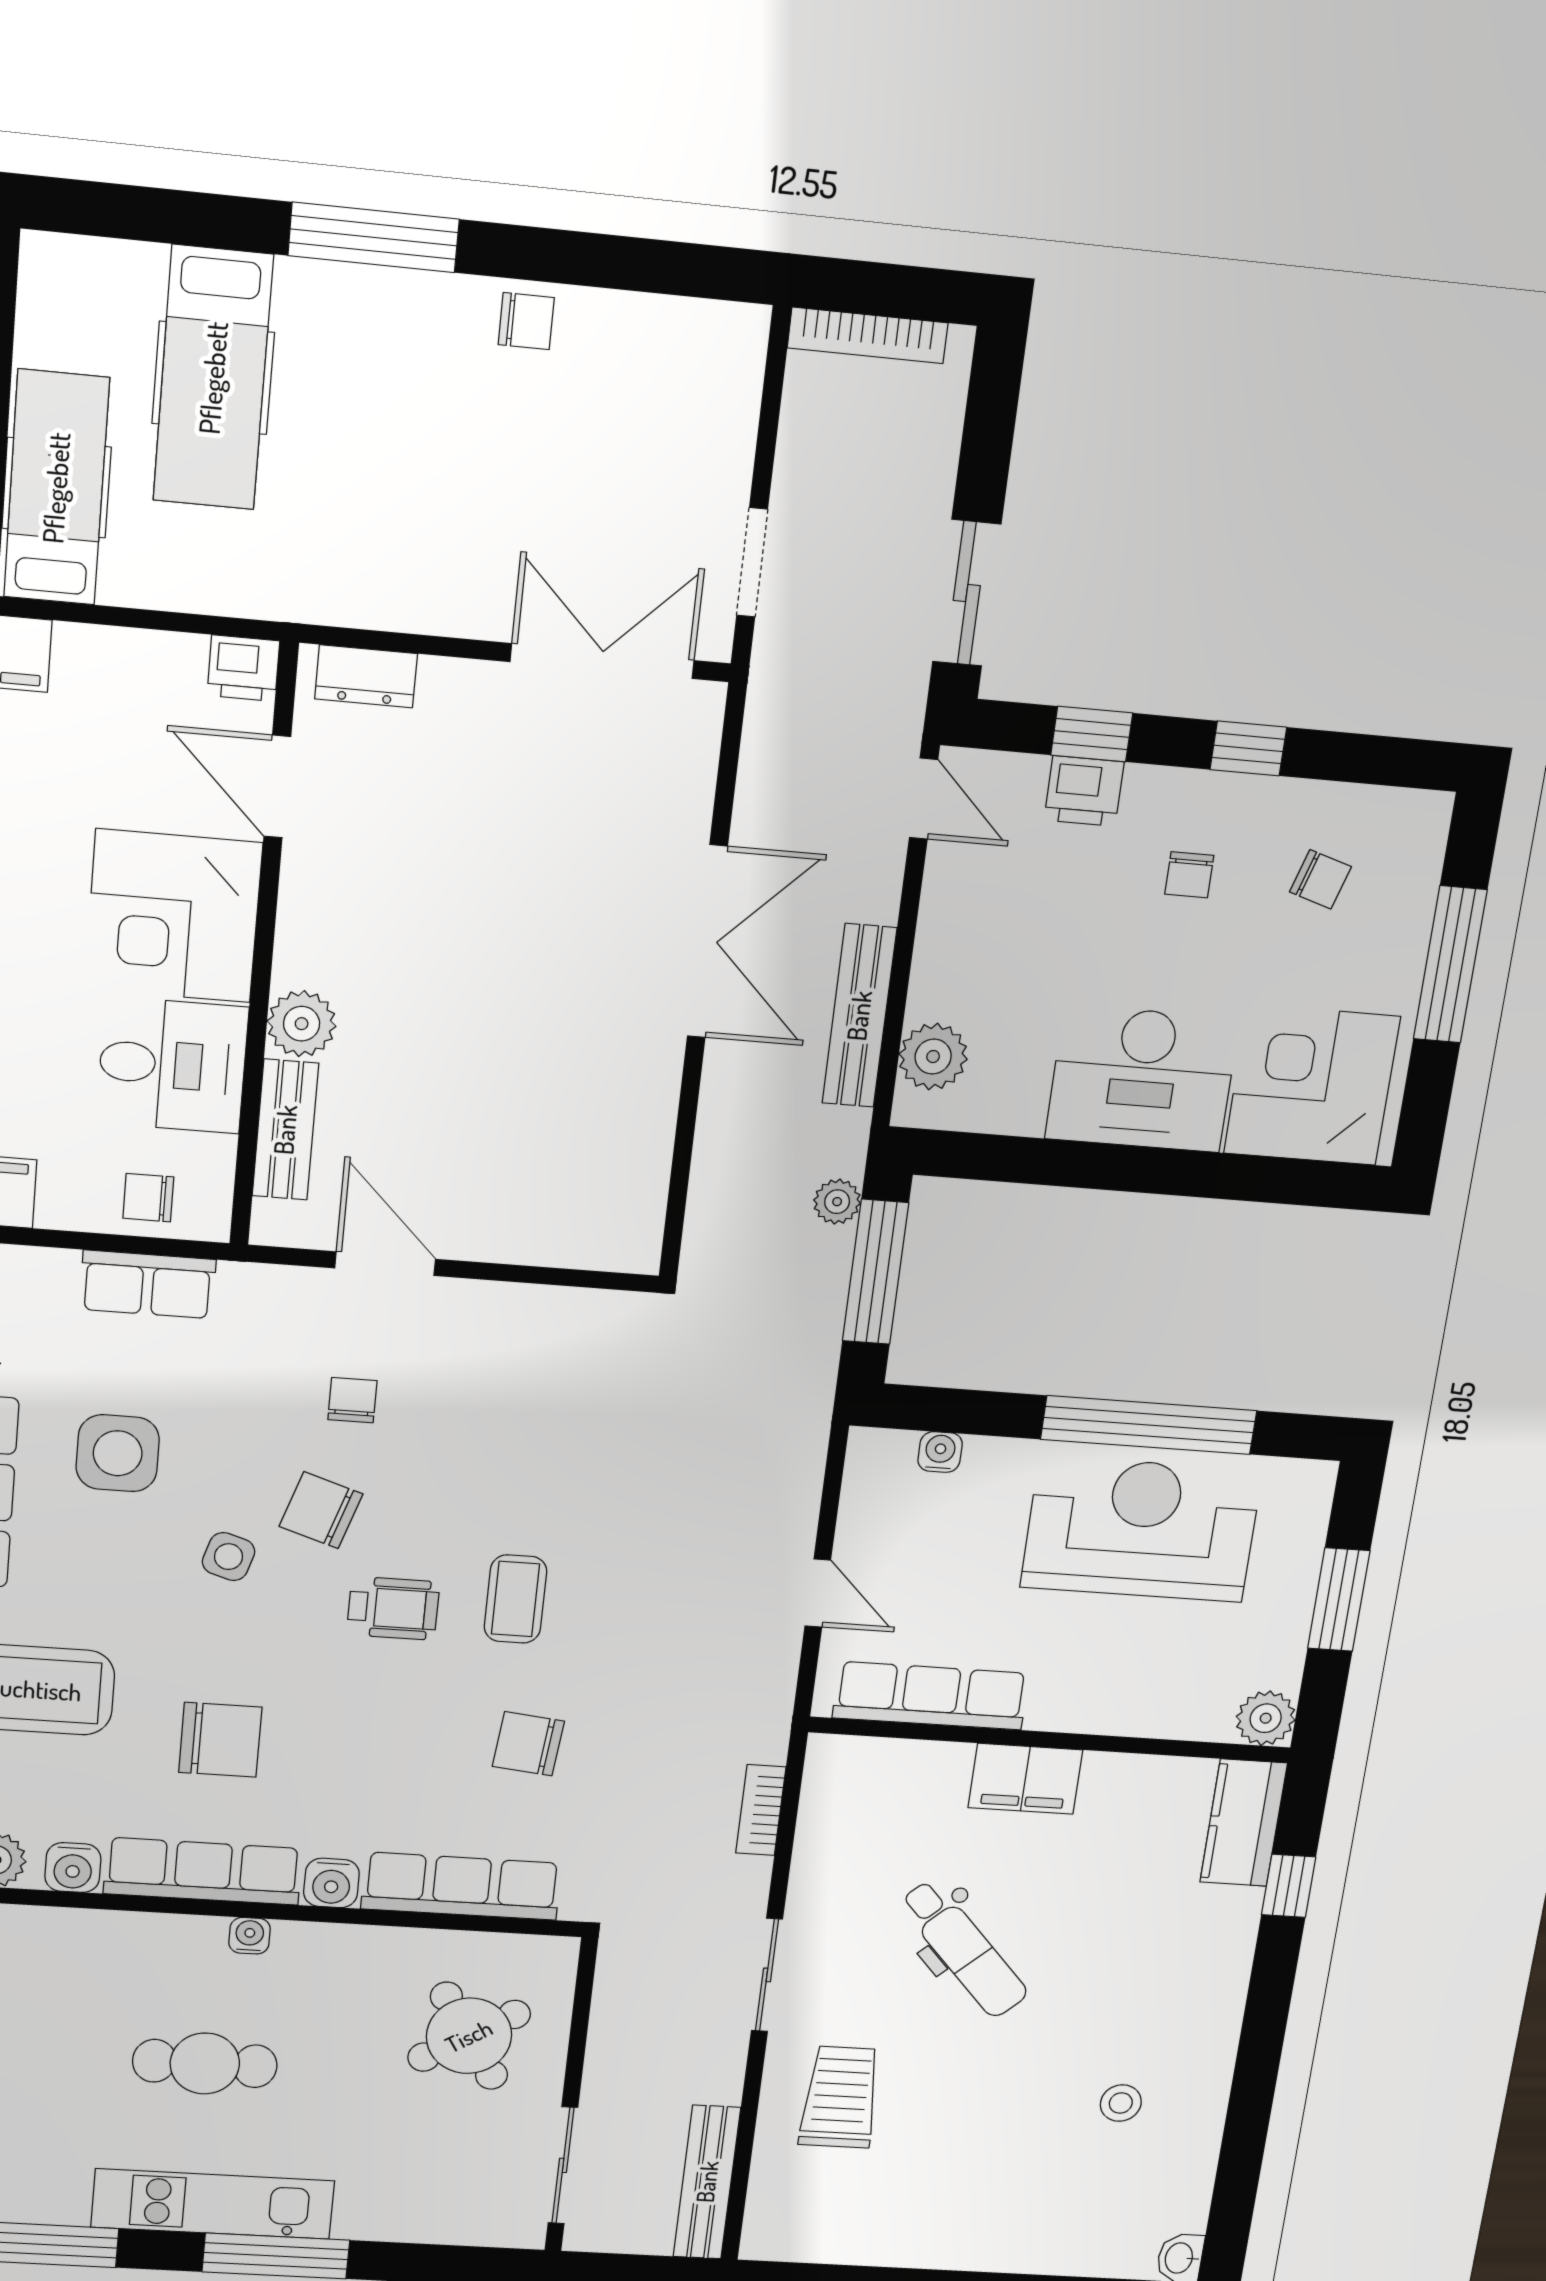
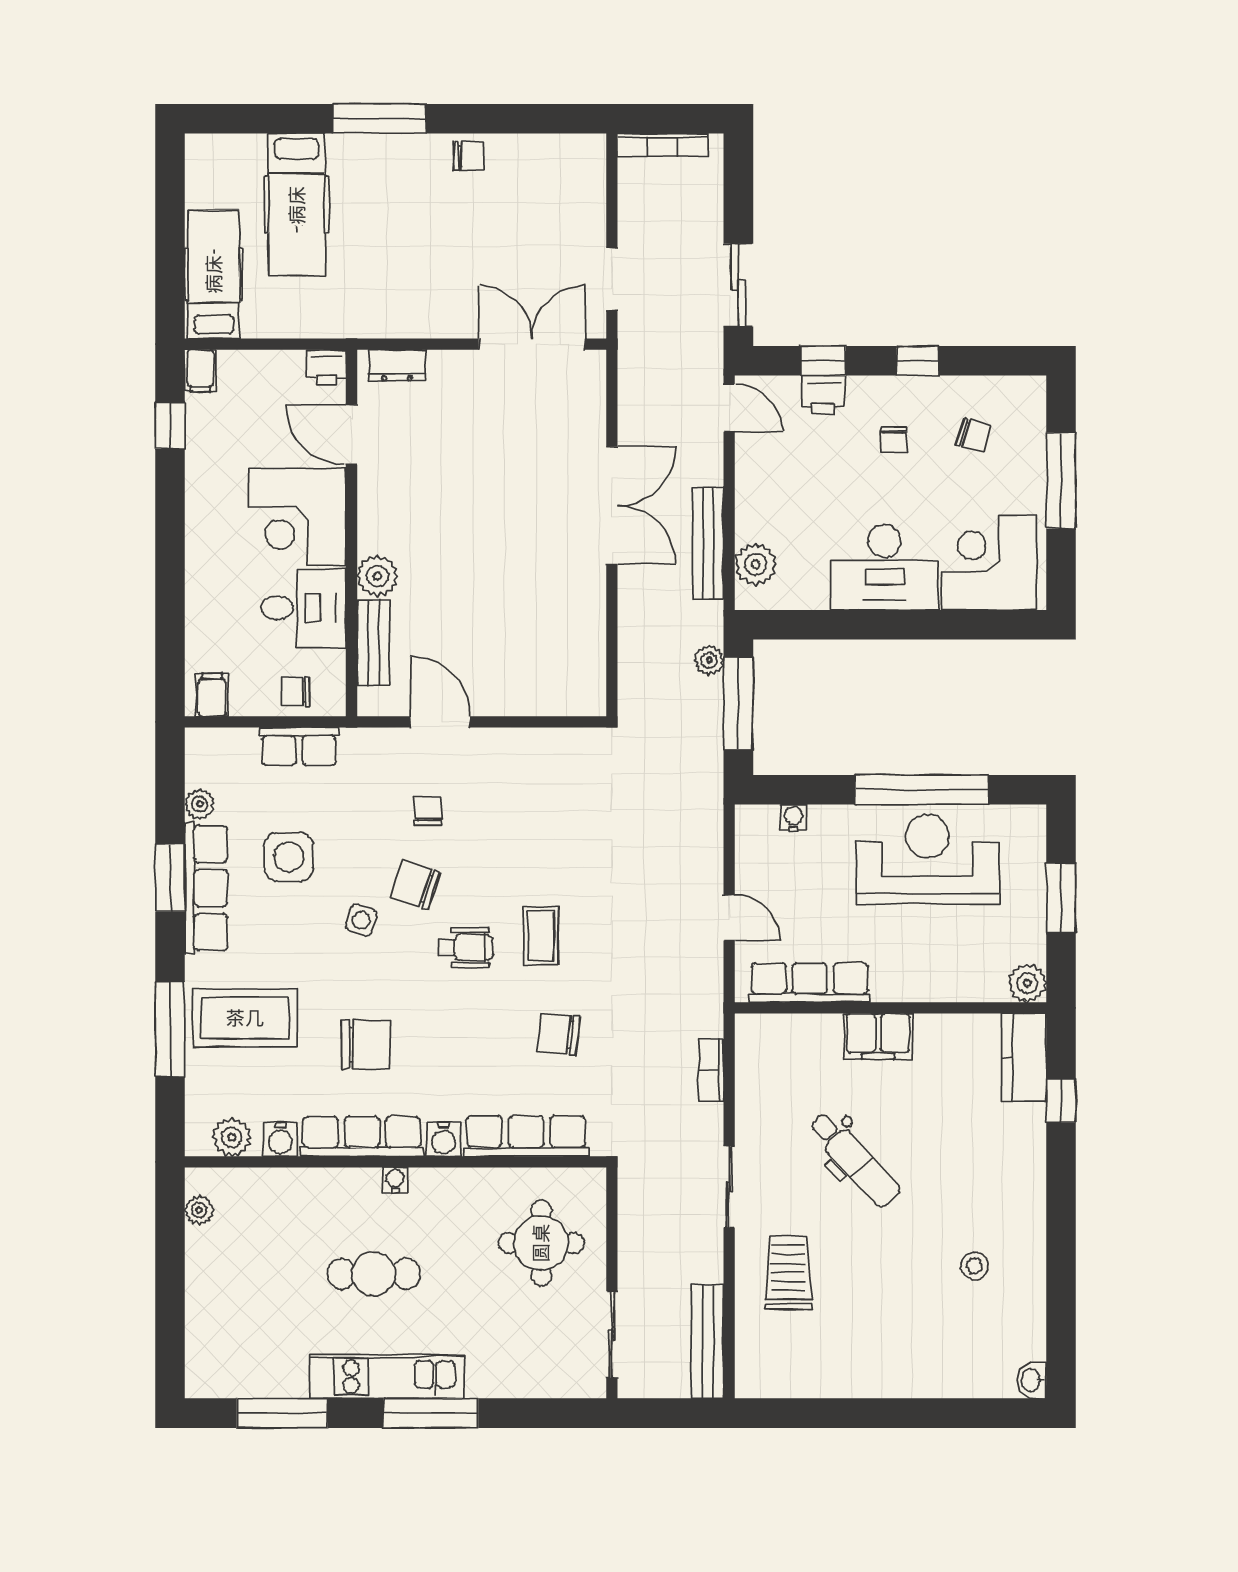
round table: (469, 2036) -> (541, 1243), turned 32

